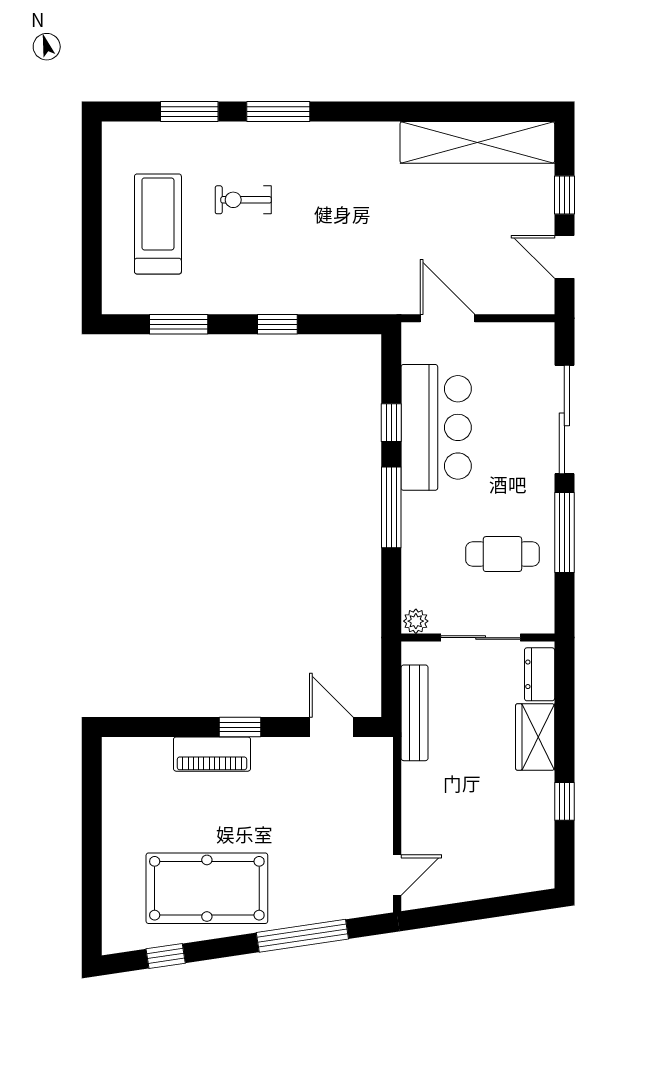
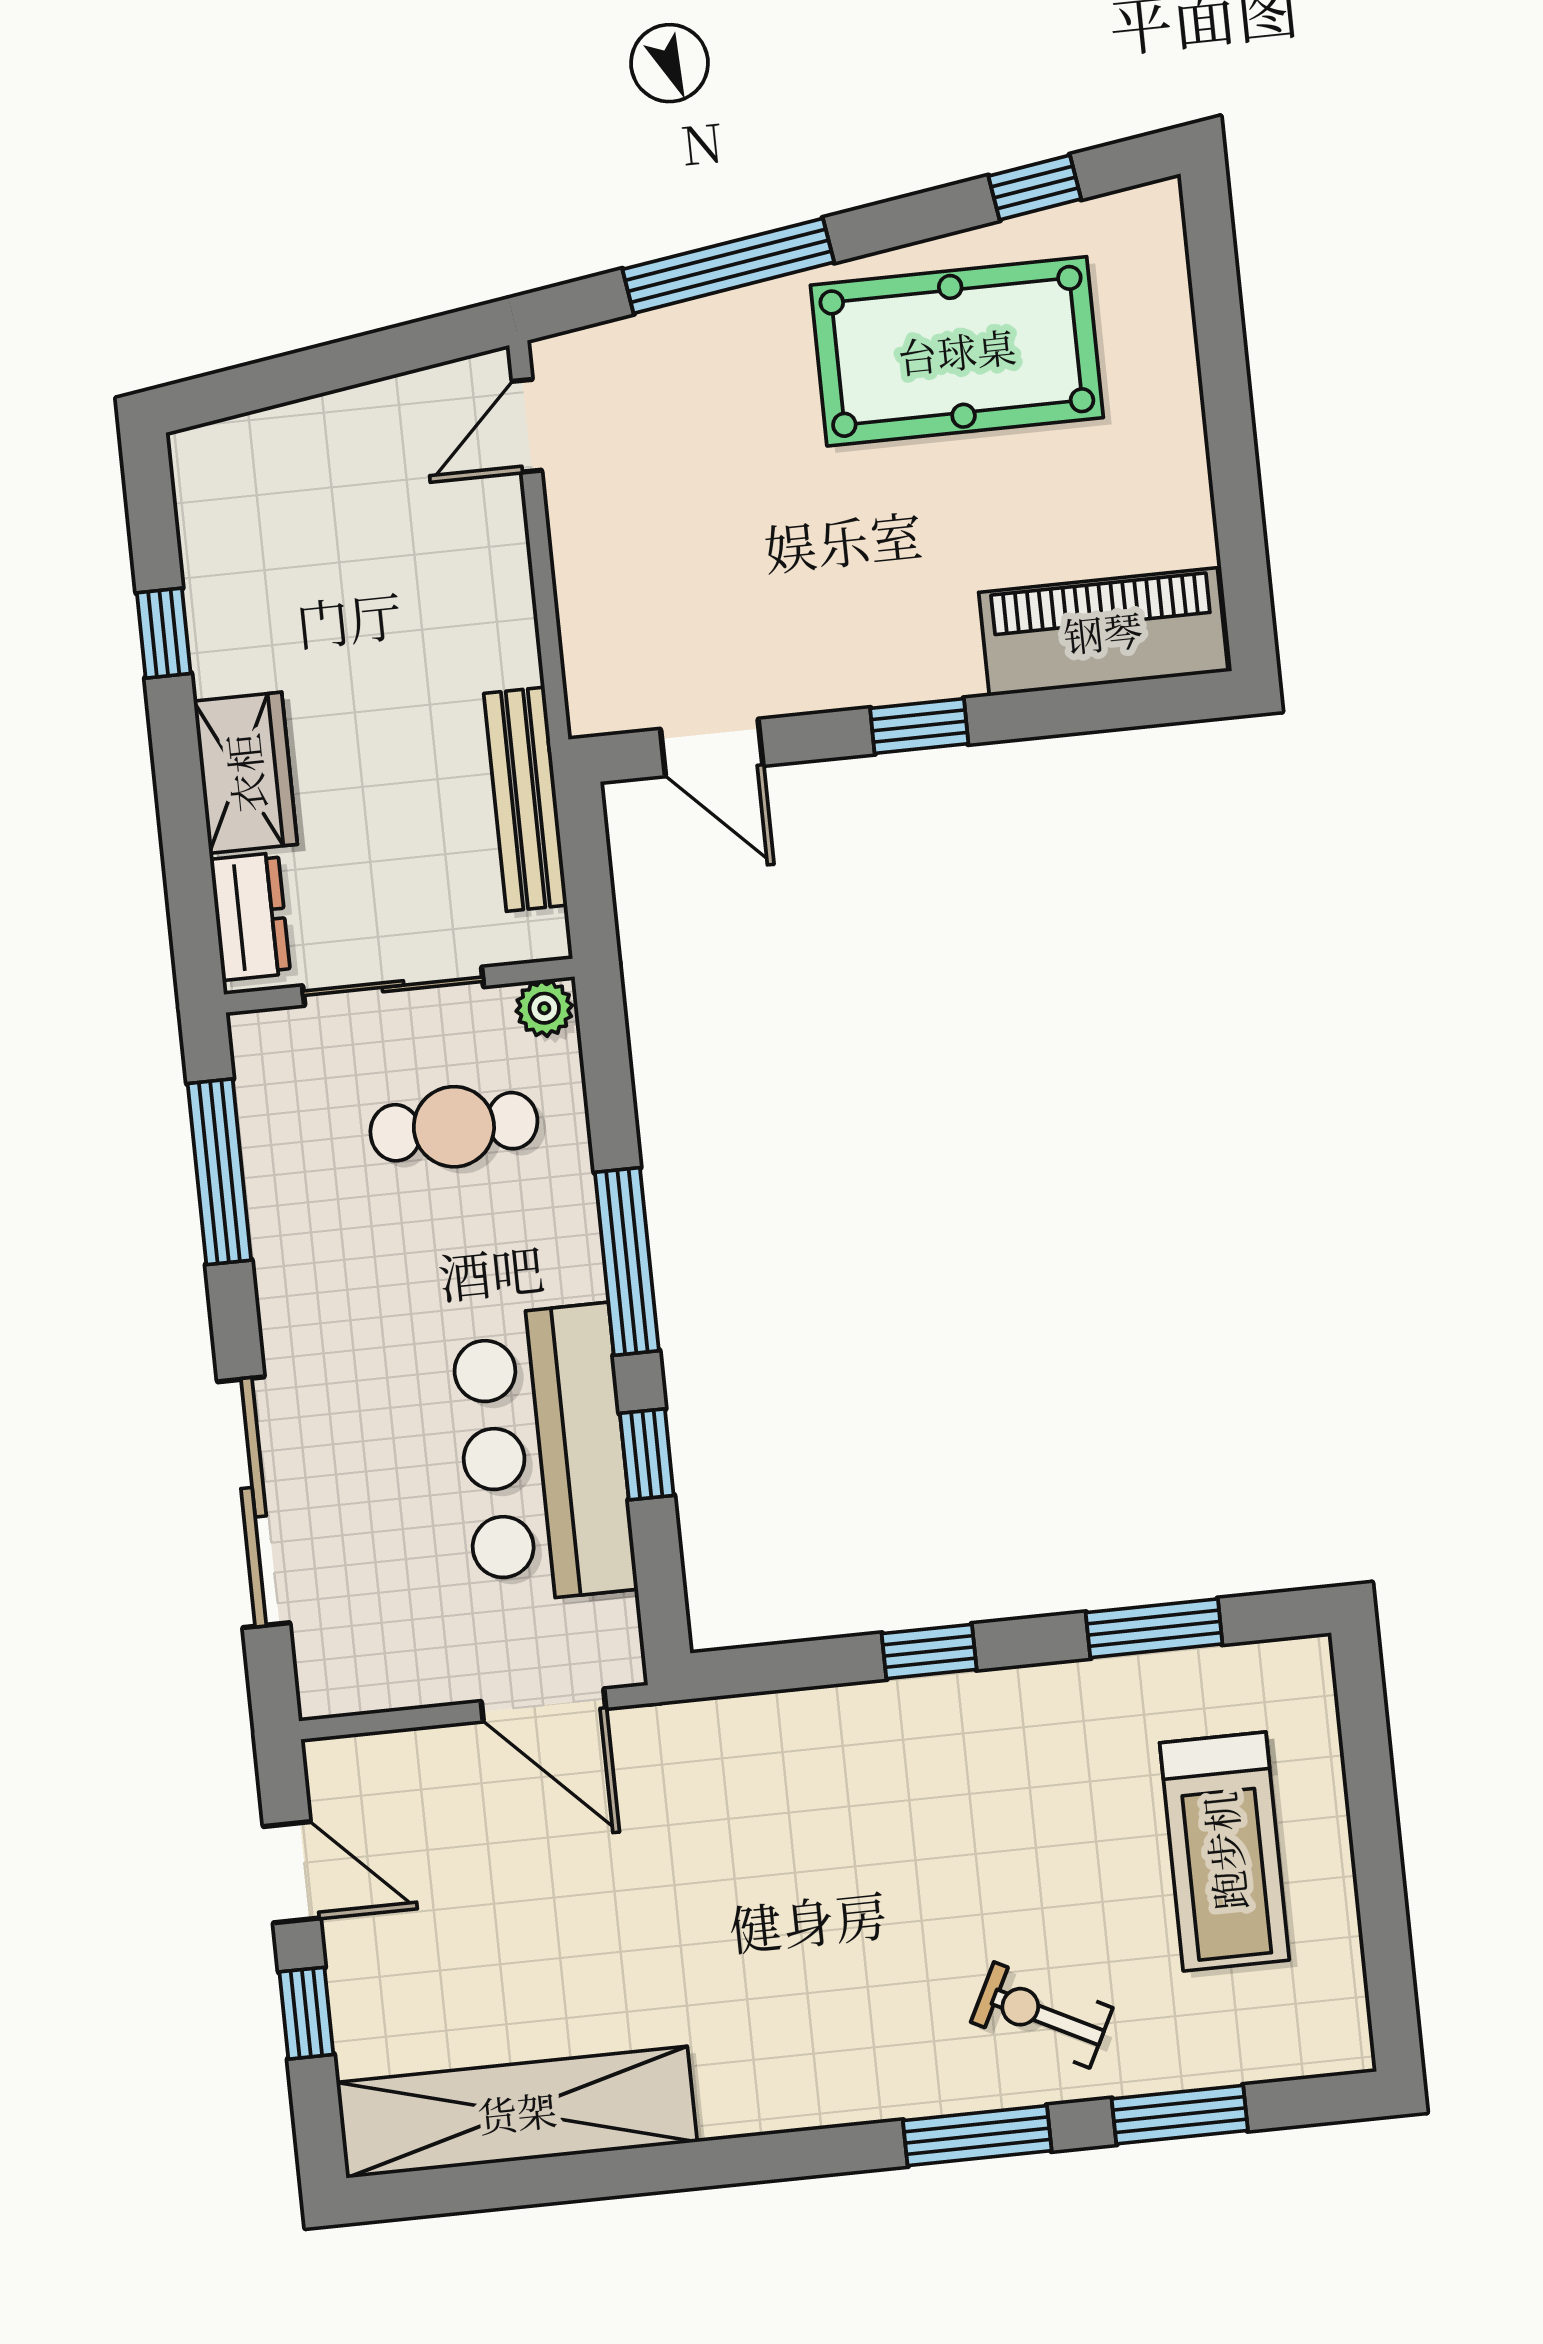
exercise bike: (243, 200) -> (1042, 2015), moved, turned -153
window: (564, 532) -> (219, 1172), moved
cafe table: (502, 554) -> (454, 1127), moved
piano: (212, 754) -> (1103, 632), moved, width x1.37, depth x1.33

